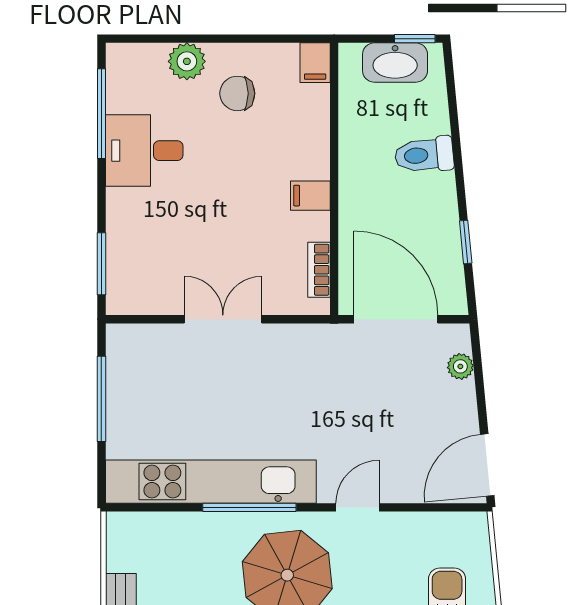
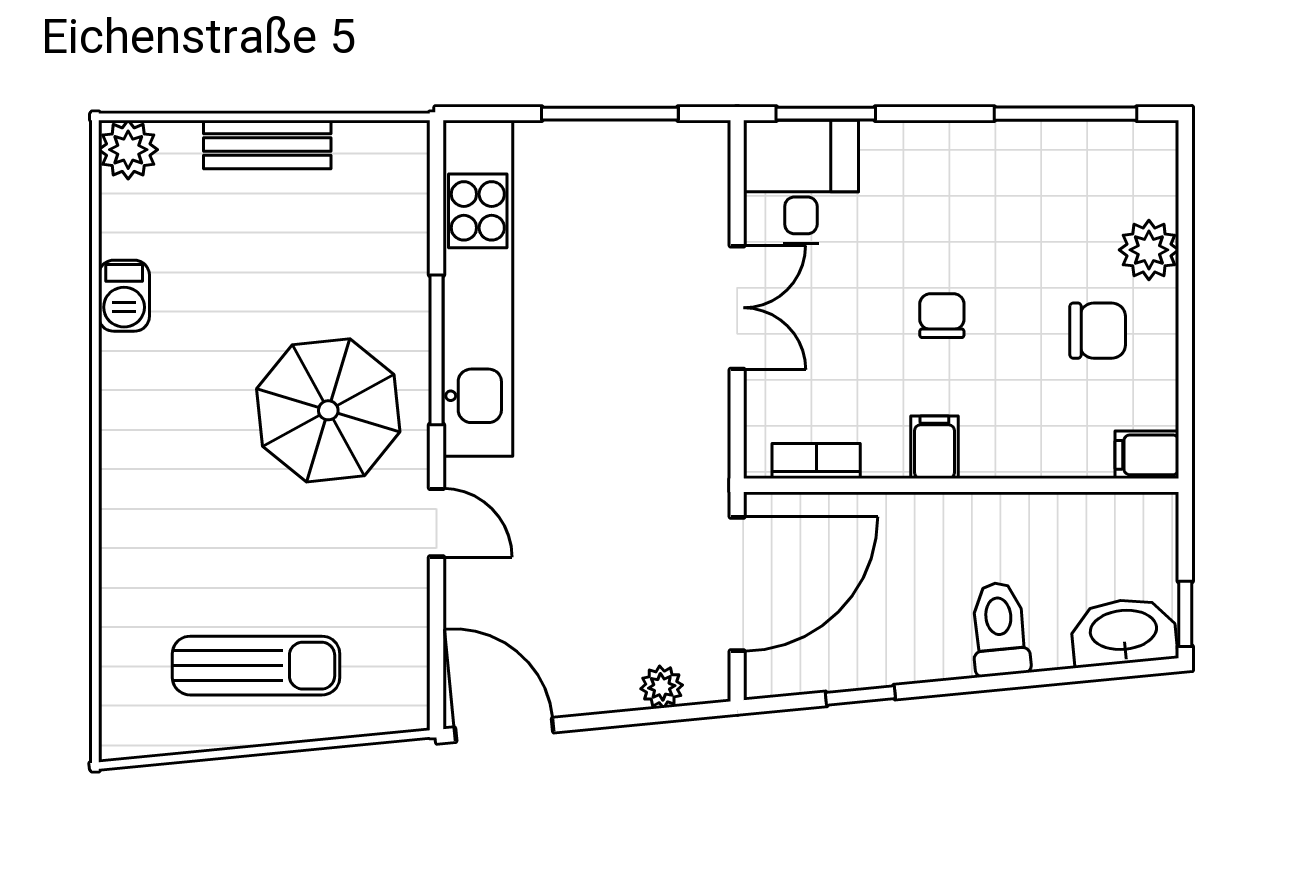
washbasin: (395, 63) -> (1124, 632), moved, turned 84
chair: (237, 93) -> (1098, 331), turned 90
desk: (144, 151) -> (801, 182), moved
chair: (228, 191) -> (942, 316), added

